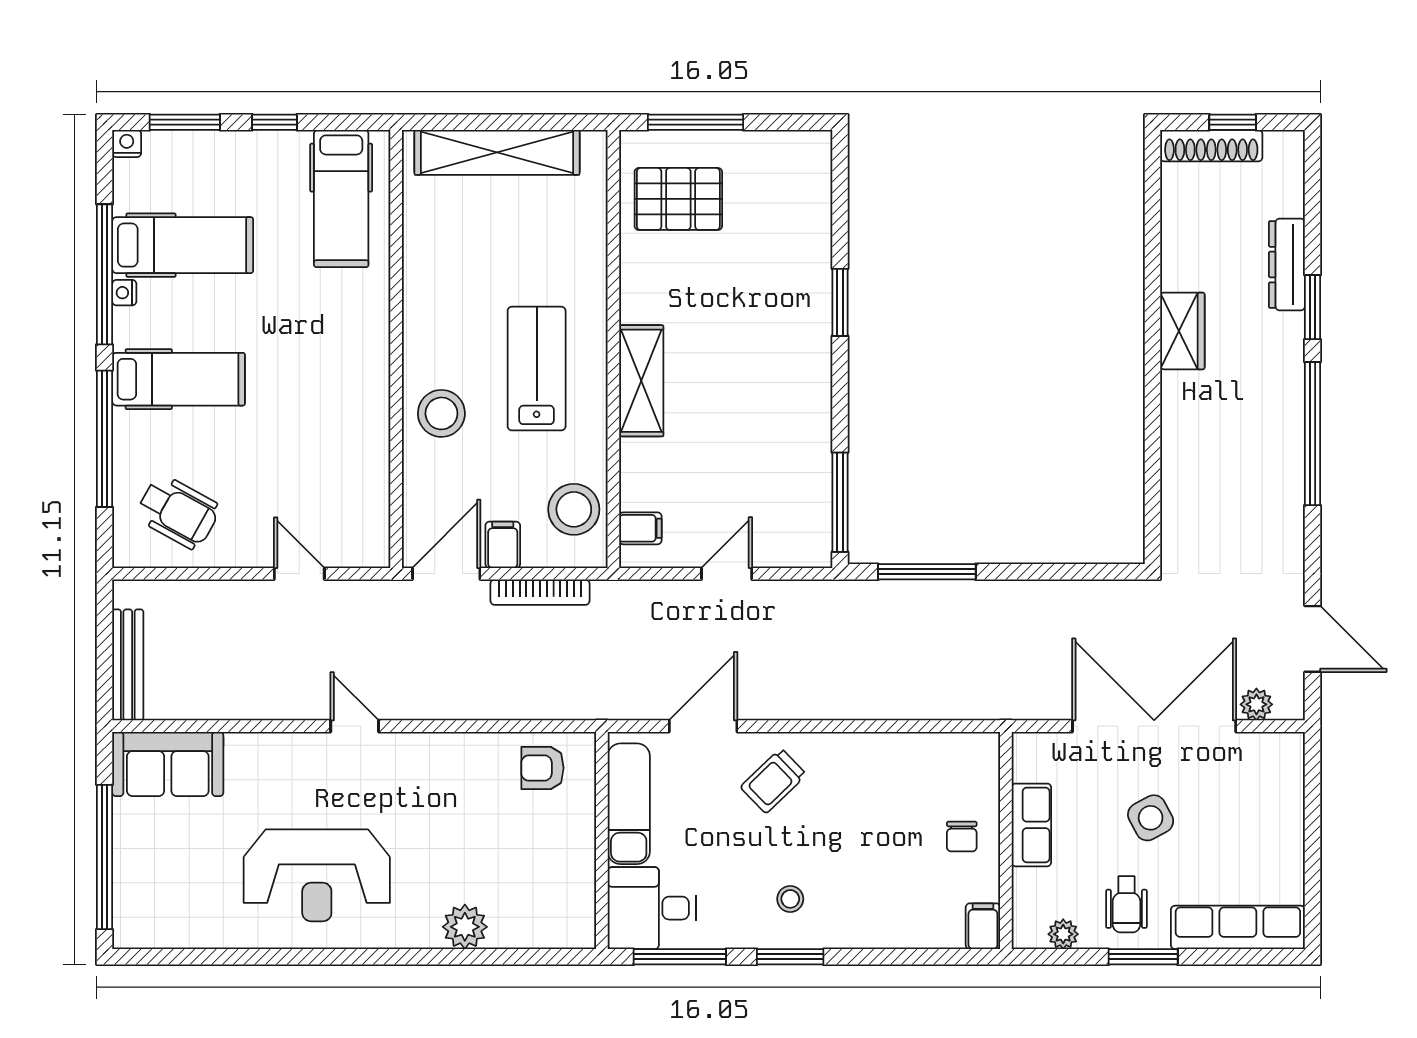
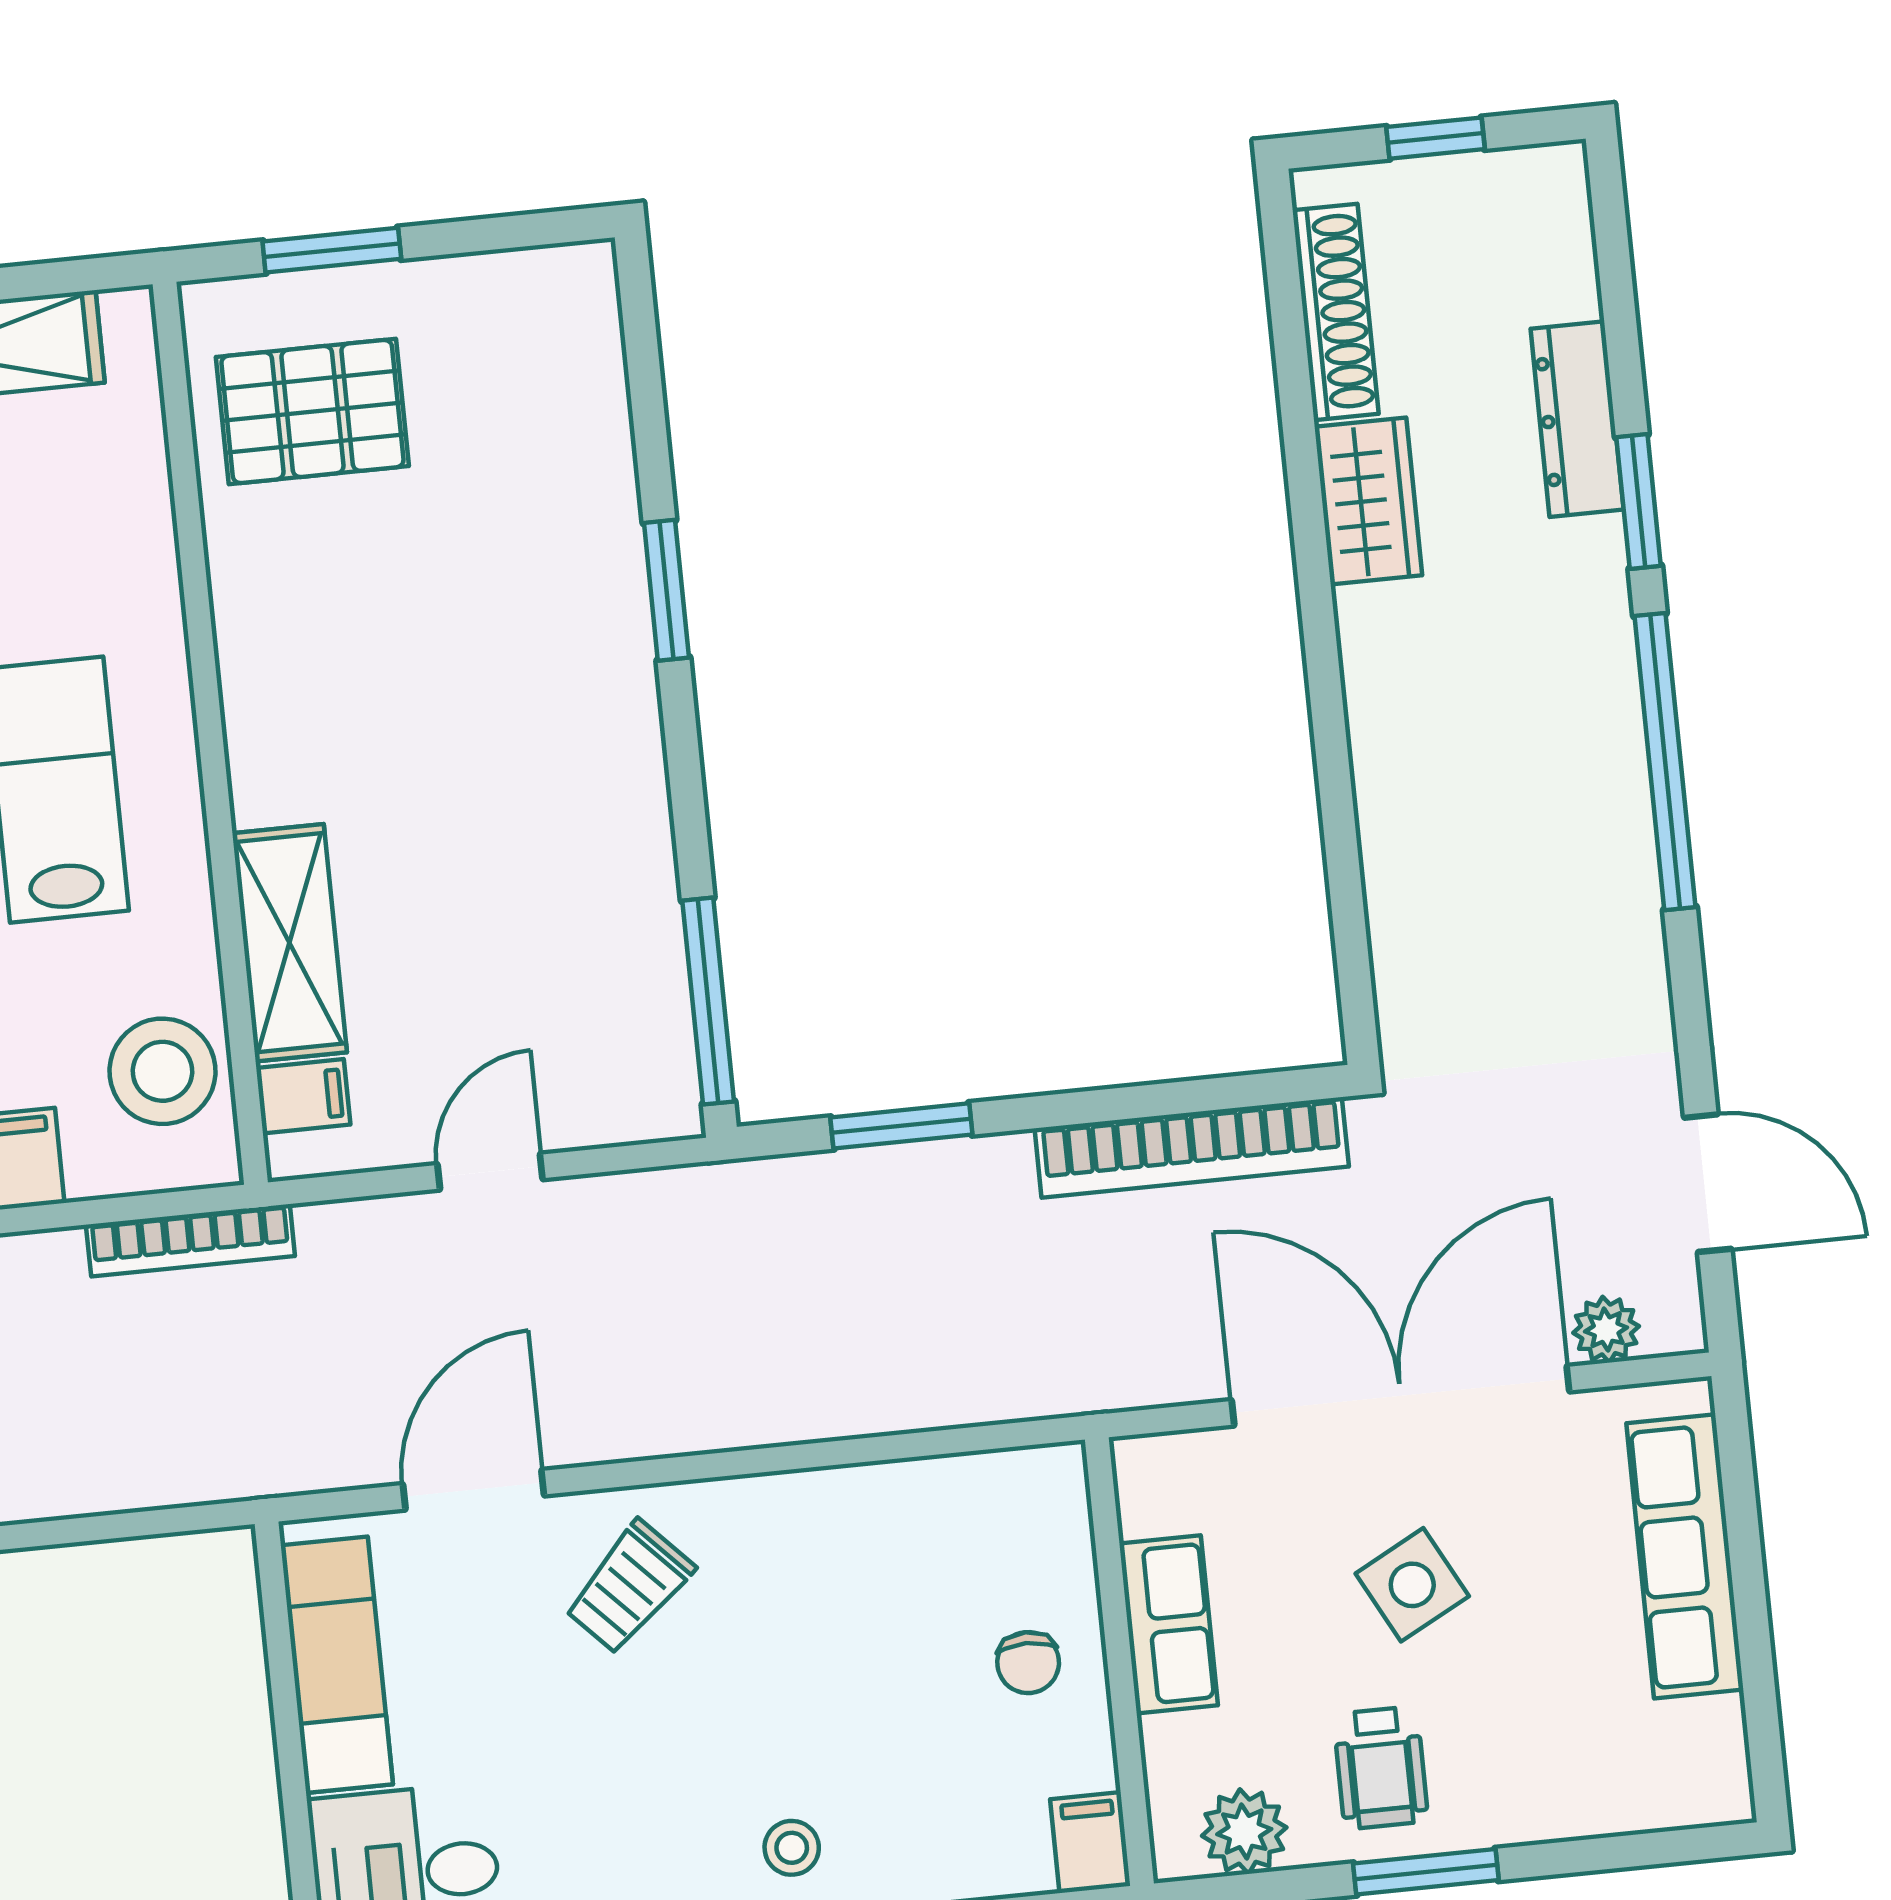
window: (696, 122) -> (332, 250), width x0.69
shoe rack: (1211, 146) -> (1336, 312), moved, turned -90
wardrobe: (1182, 331) -> (1368, 501), moved
shelving: (641, 381) -> (289, 943), moved
window: (927, 572) -> (901, 1126), width x0.69
bookcase: (540, 592) -> (190, 1240), moved
bookcase: (1066, 596) -> (1192, 1147), added
armchair: (543, 768) -> (152, 1609), removed
stool: (790, 899) -> (792, 1848), moved
row of seats: (1238, 927) -> (1685, 1556), moved, turned -90
plant: (1063, 934) -> (1244, 1832), width x1.38, depth x1.38

